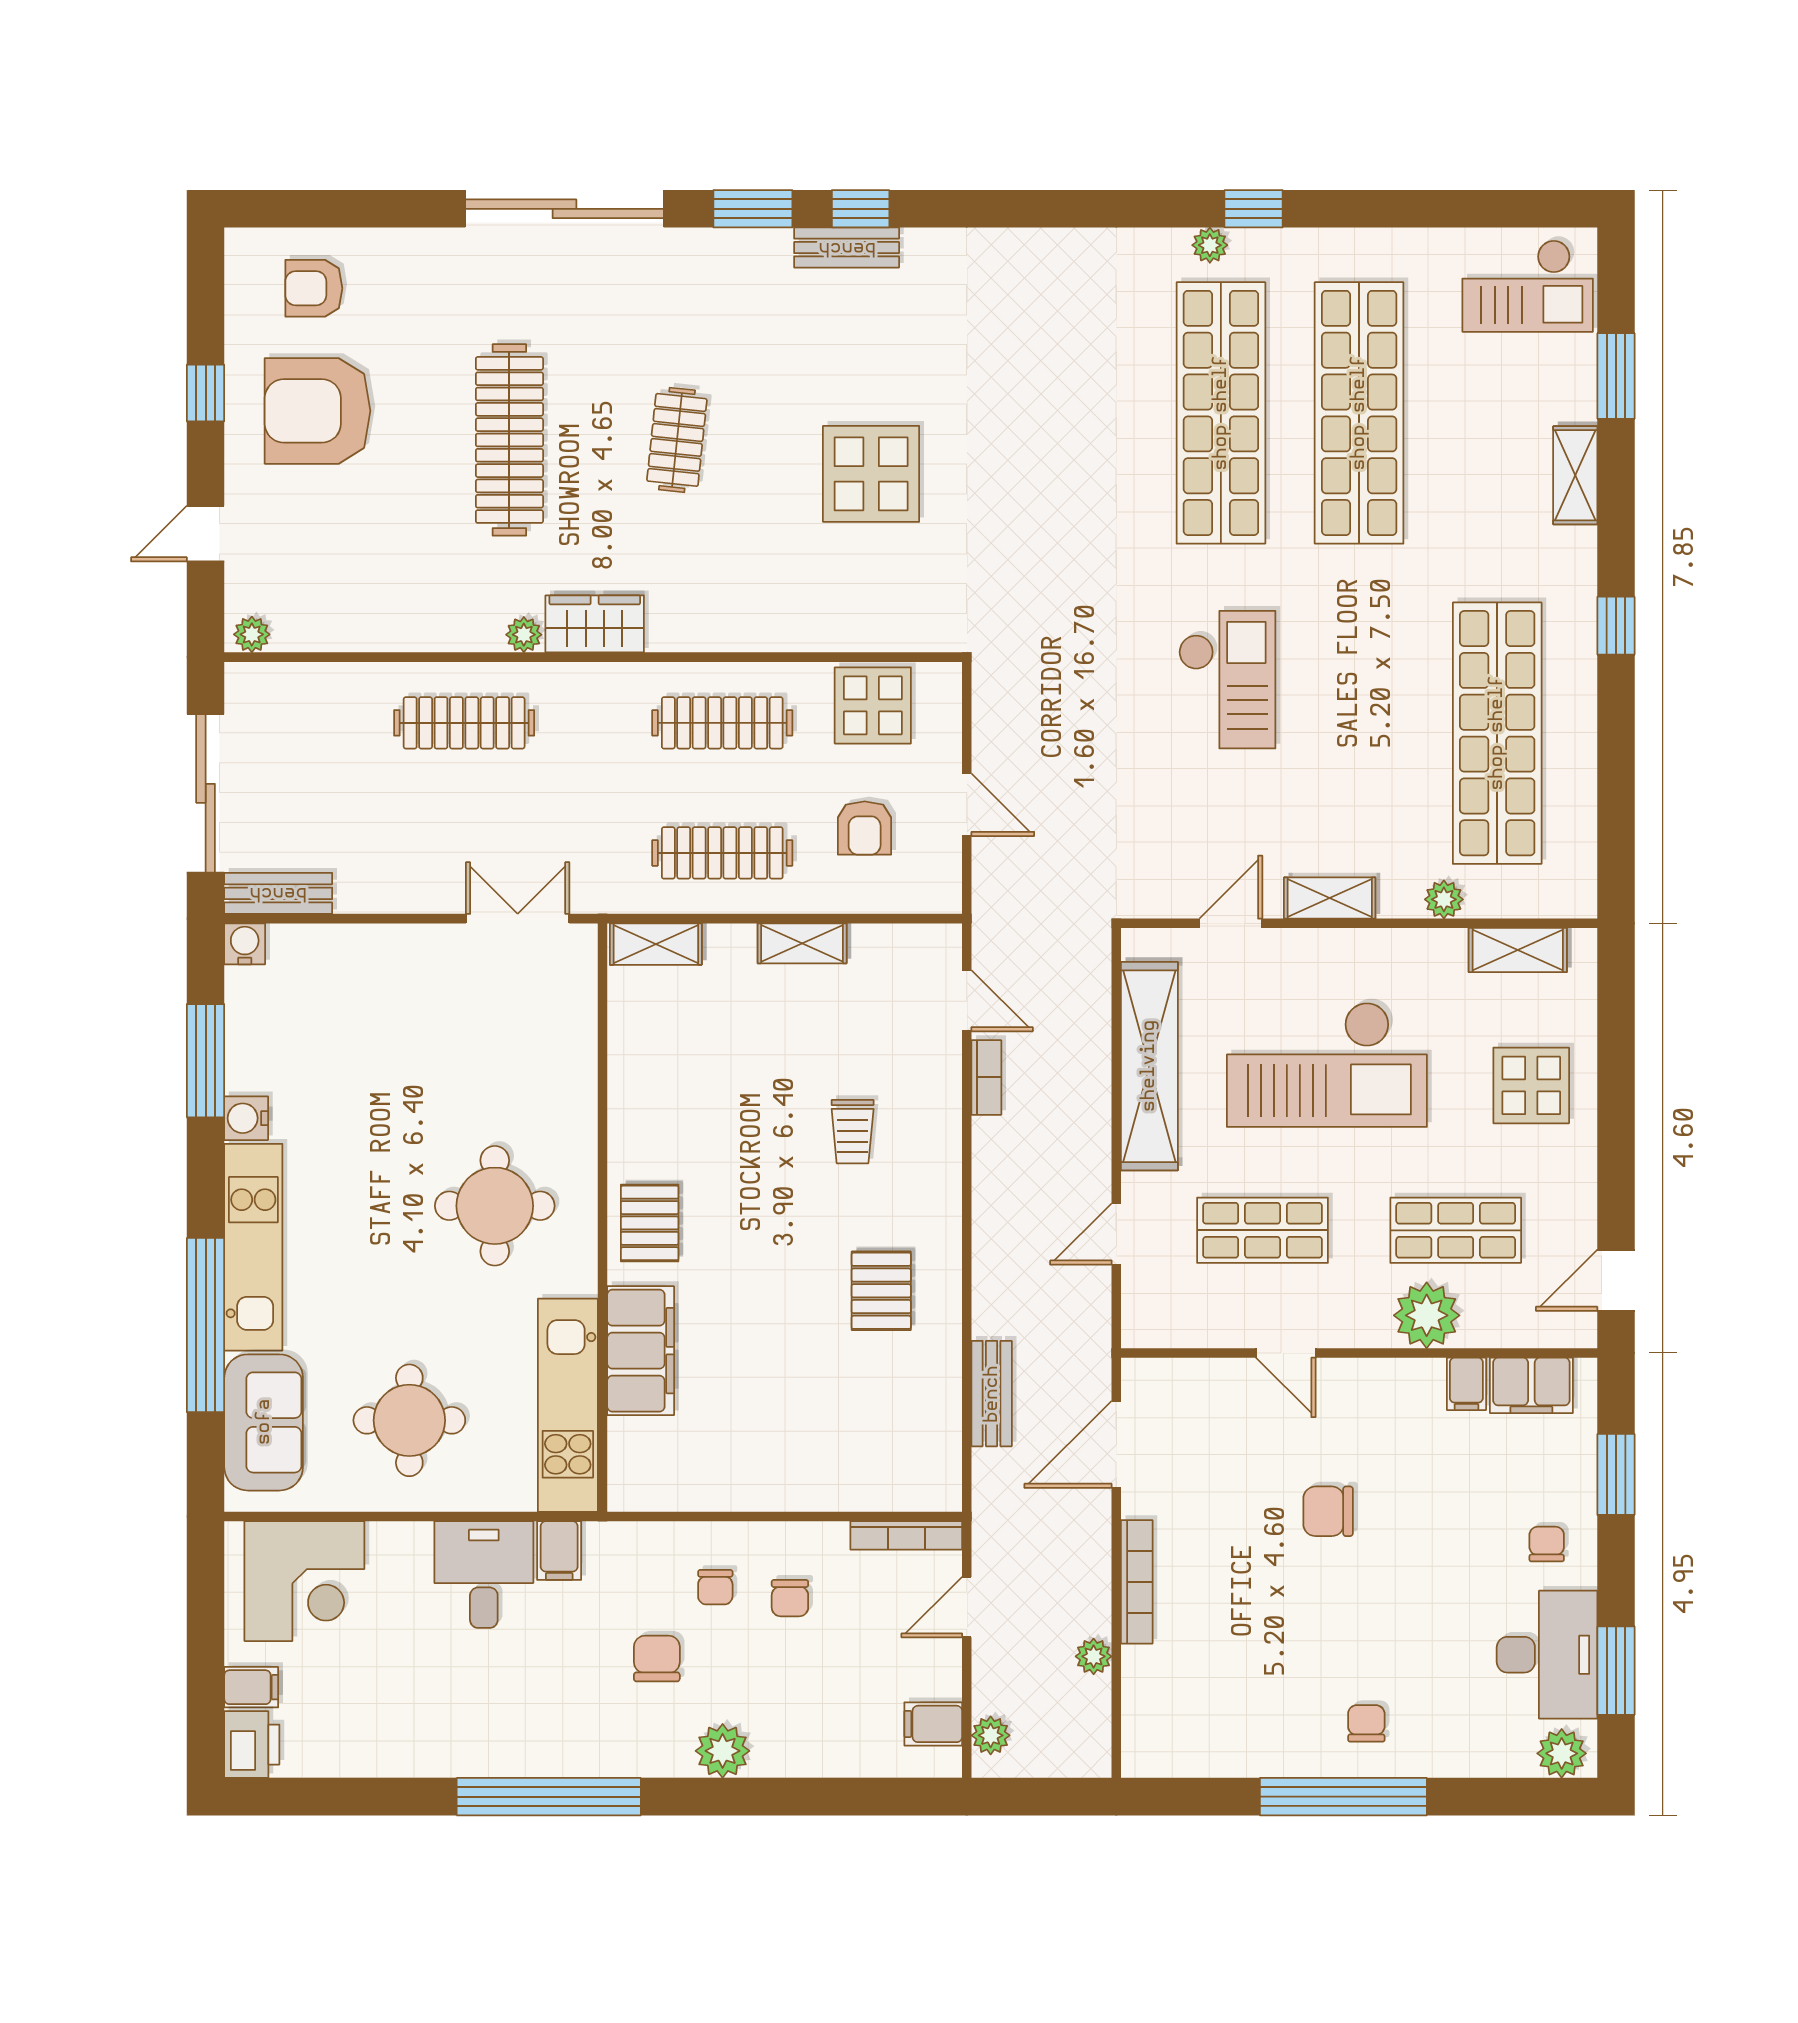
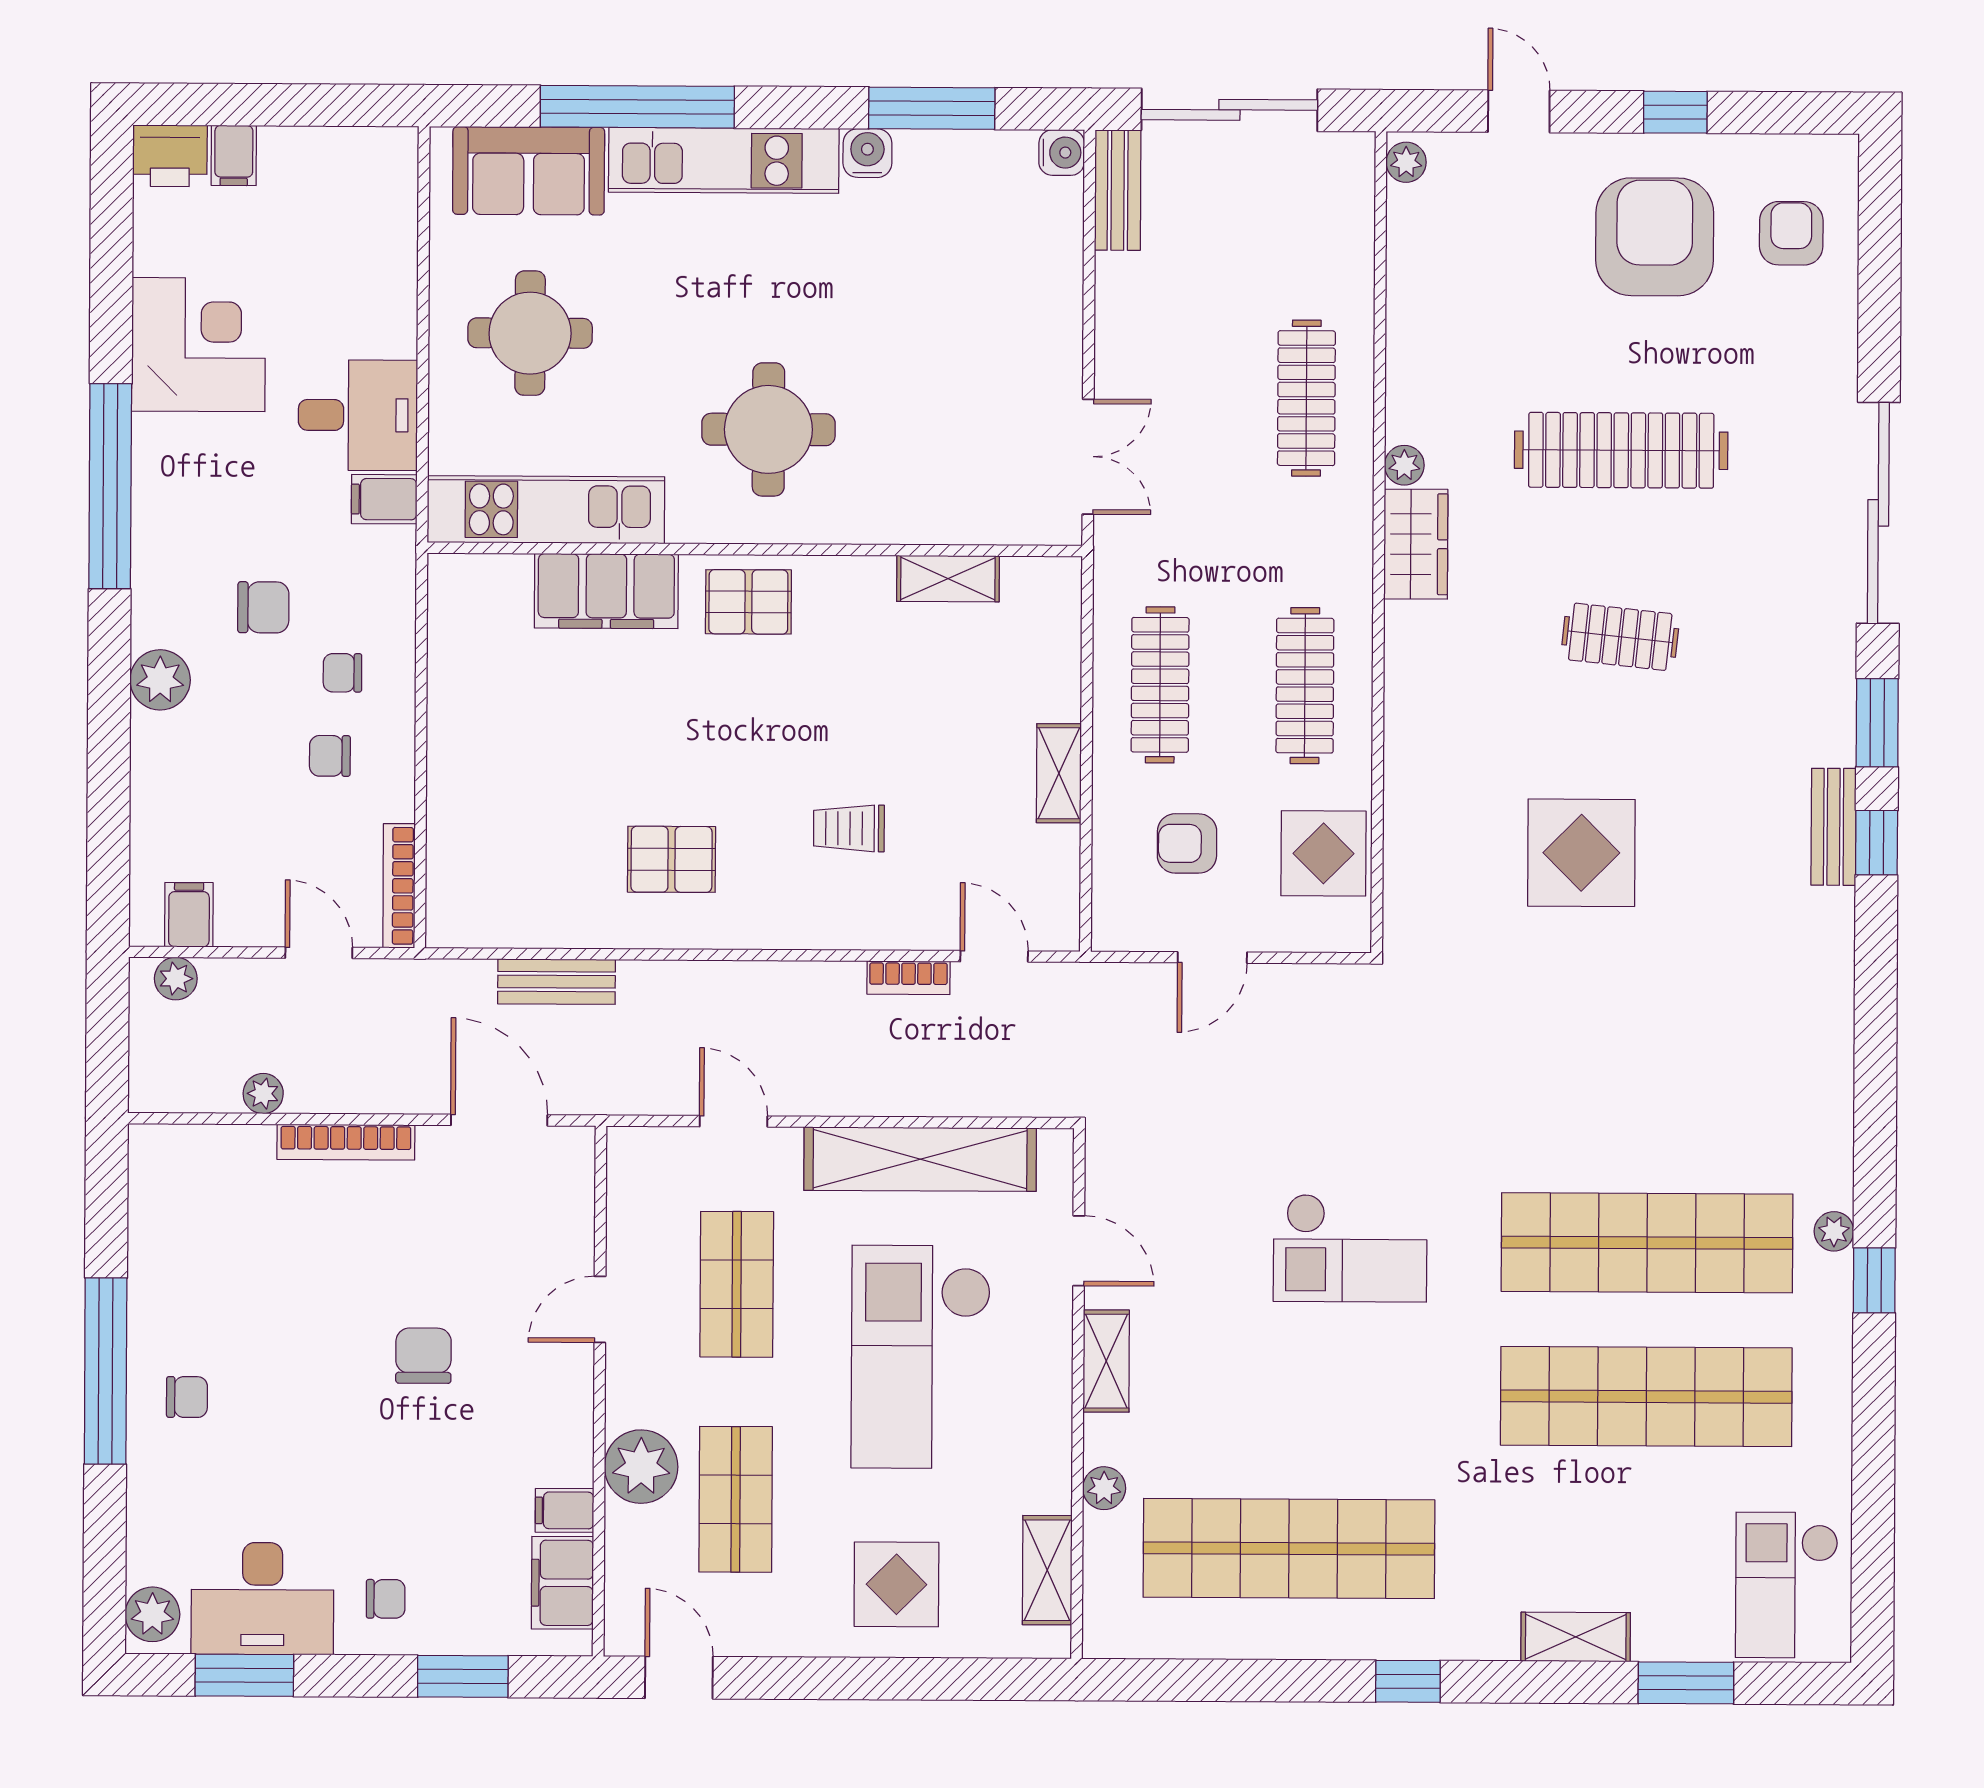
shelving: (656, 944) -> (948, 579), moved, turned 90
door: (967, 1001) -> (994, 956), swing flipped
corner desk: (304, 1581) -> (198, 345), moved, turned 180

